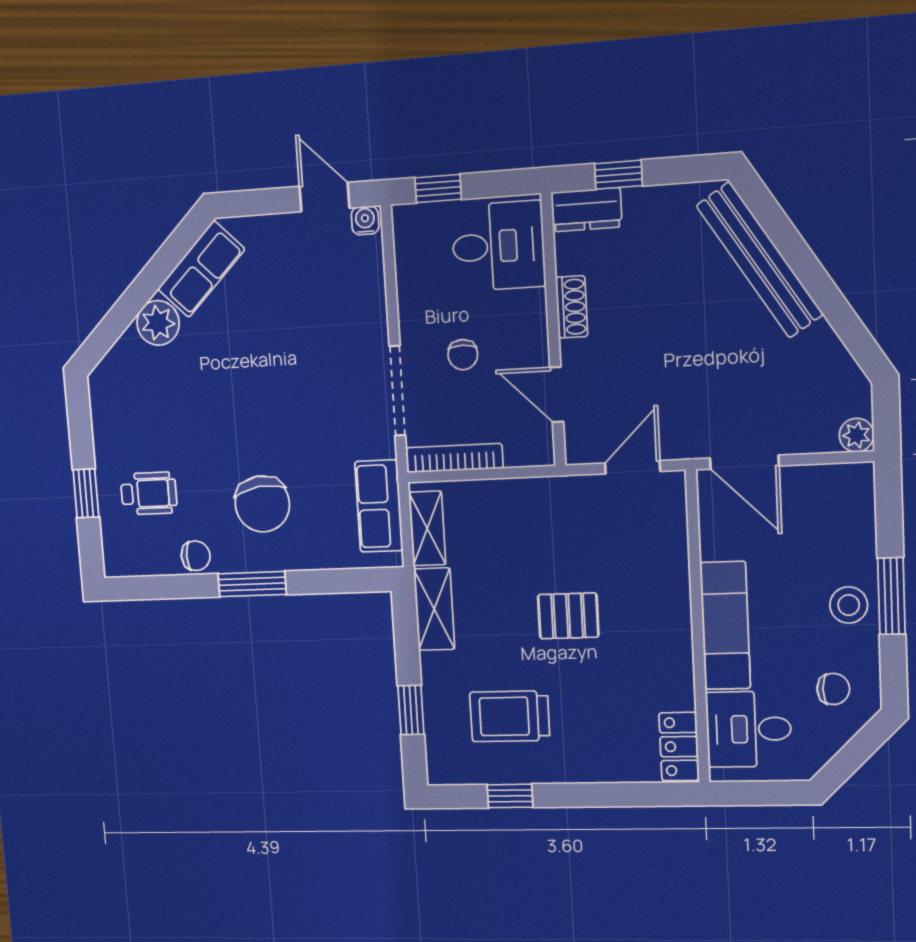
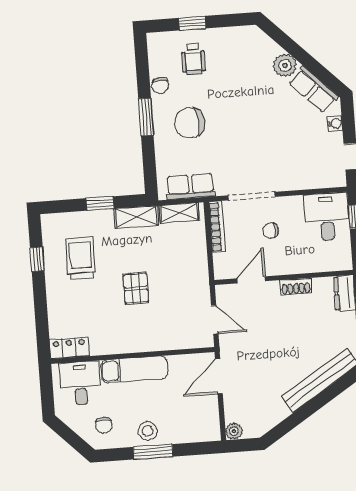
water cooler: (365, 220) -> (335, 124), moved
desk: (498, 246) -> (327, 217), moved, turned 180
window: (411, 710) -> (100, 203), moved

